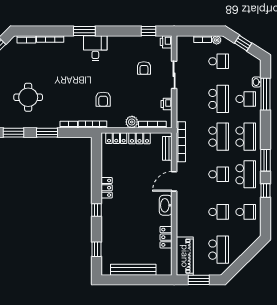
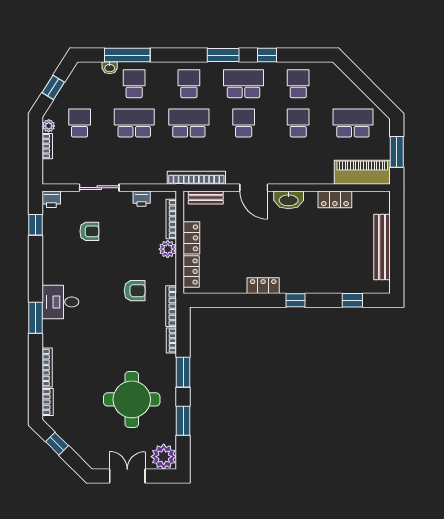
round table: (28, 97) -> (132, 399), width x1.36, depth x1.36
school desk: (246, 137) -> (189, 84), width x0.54

